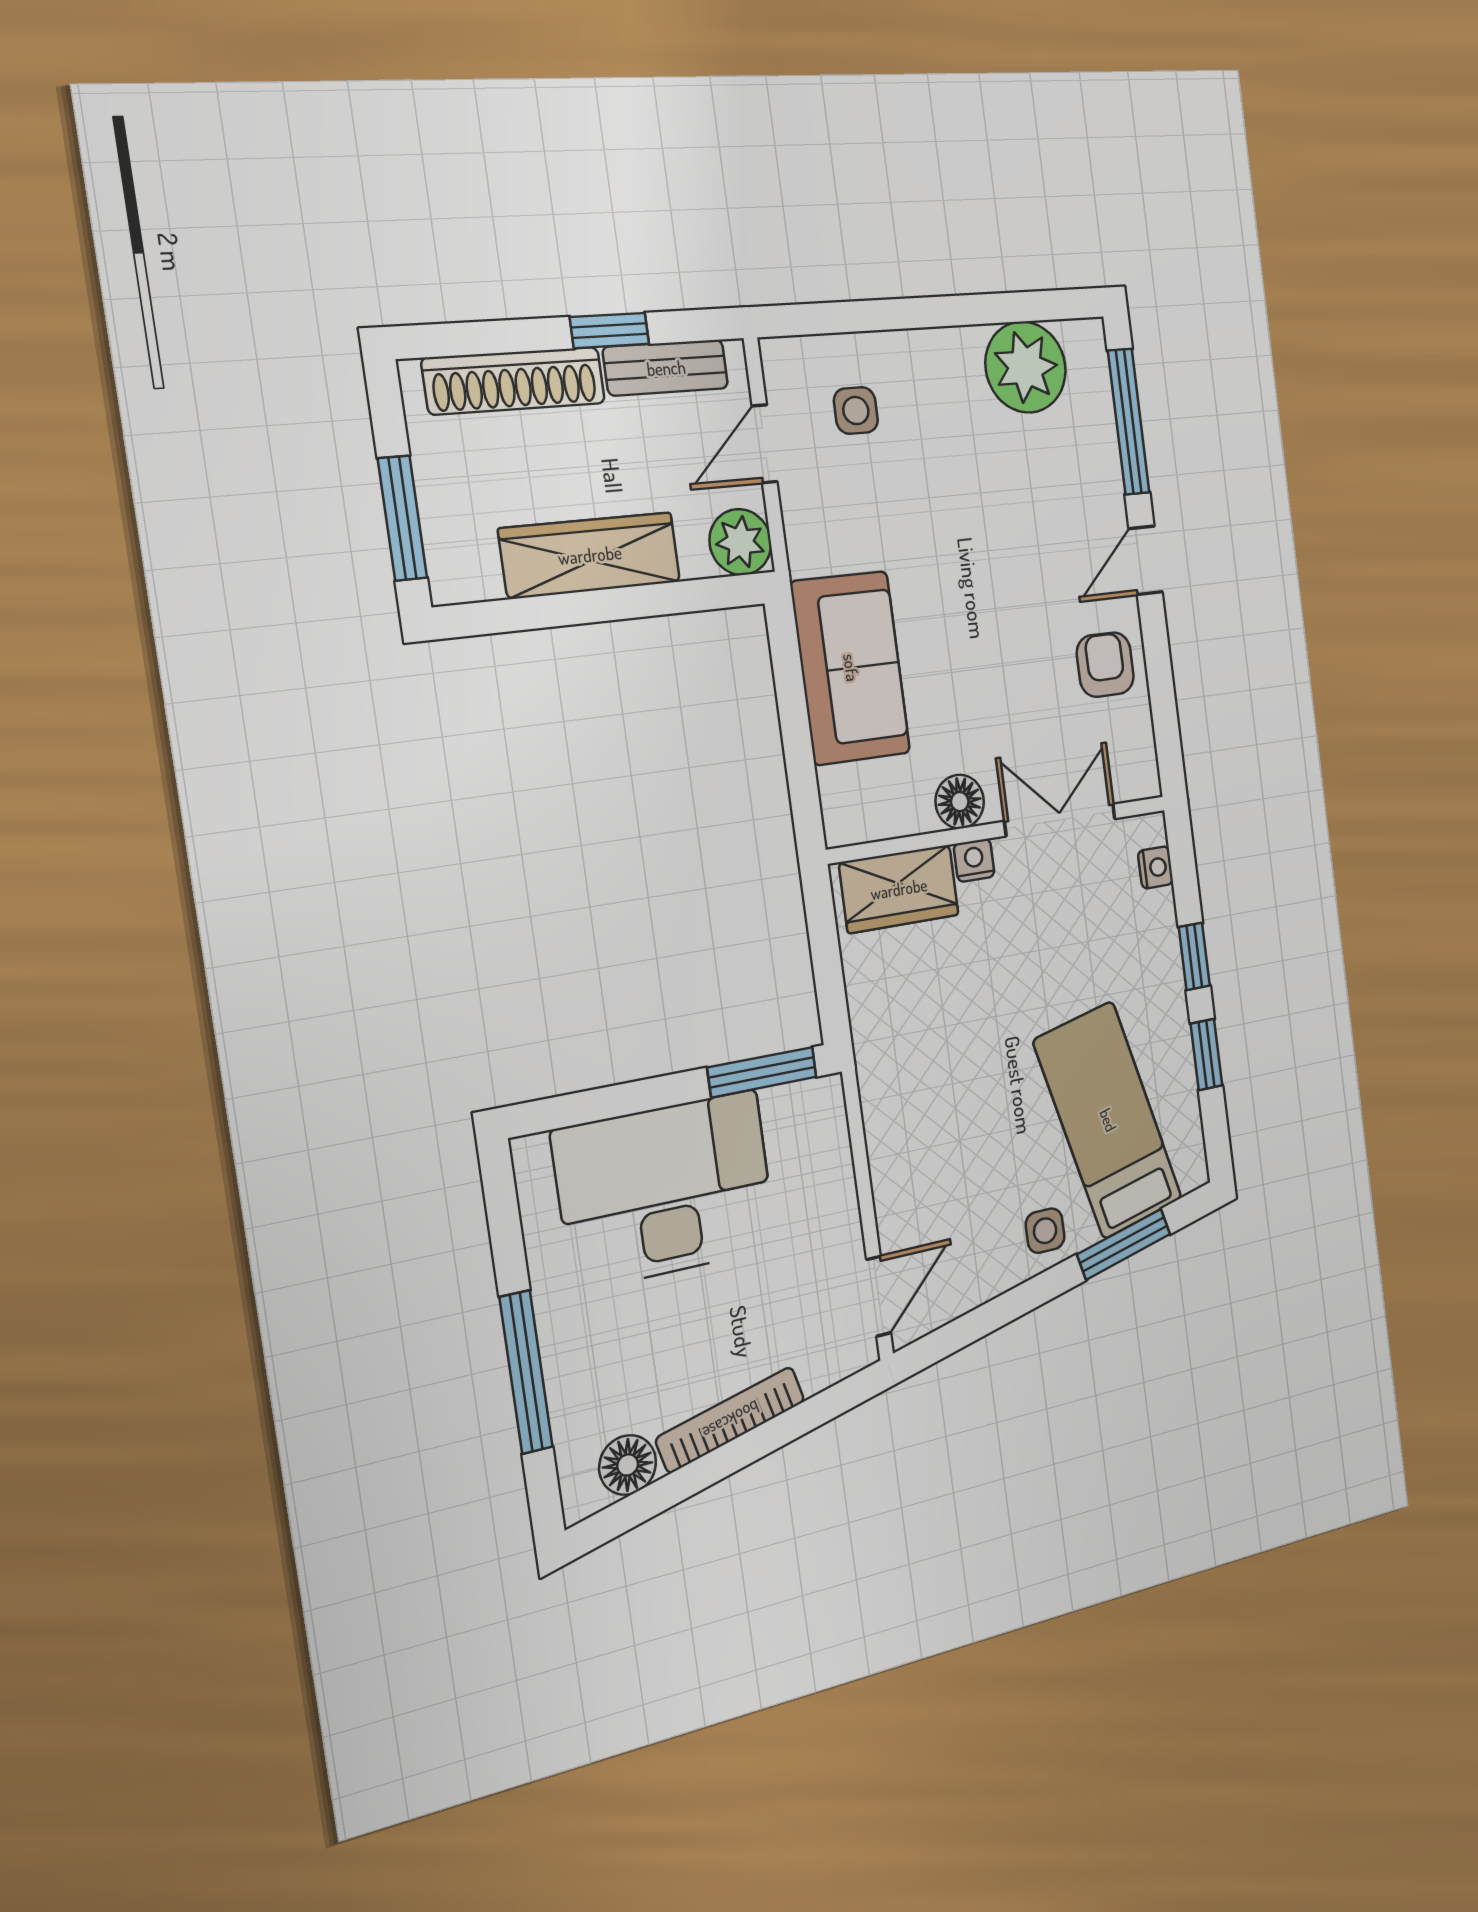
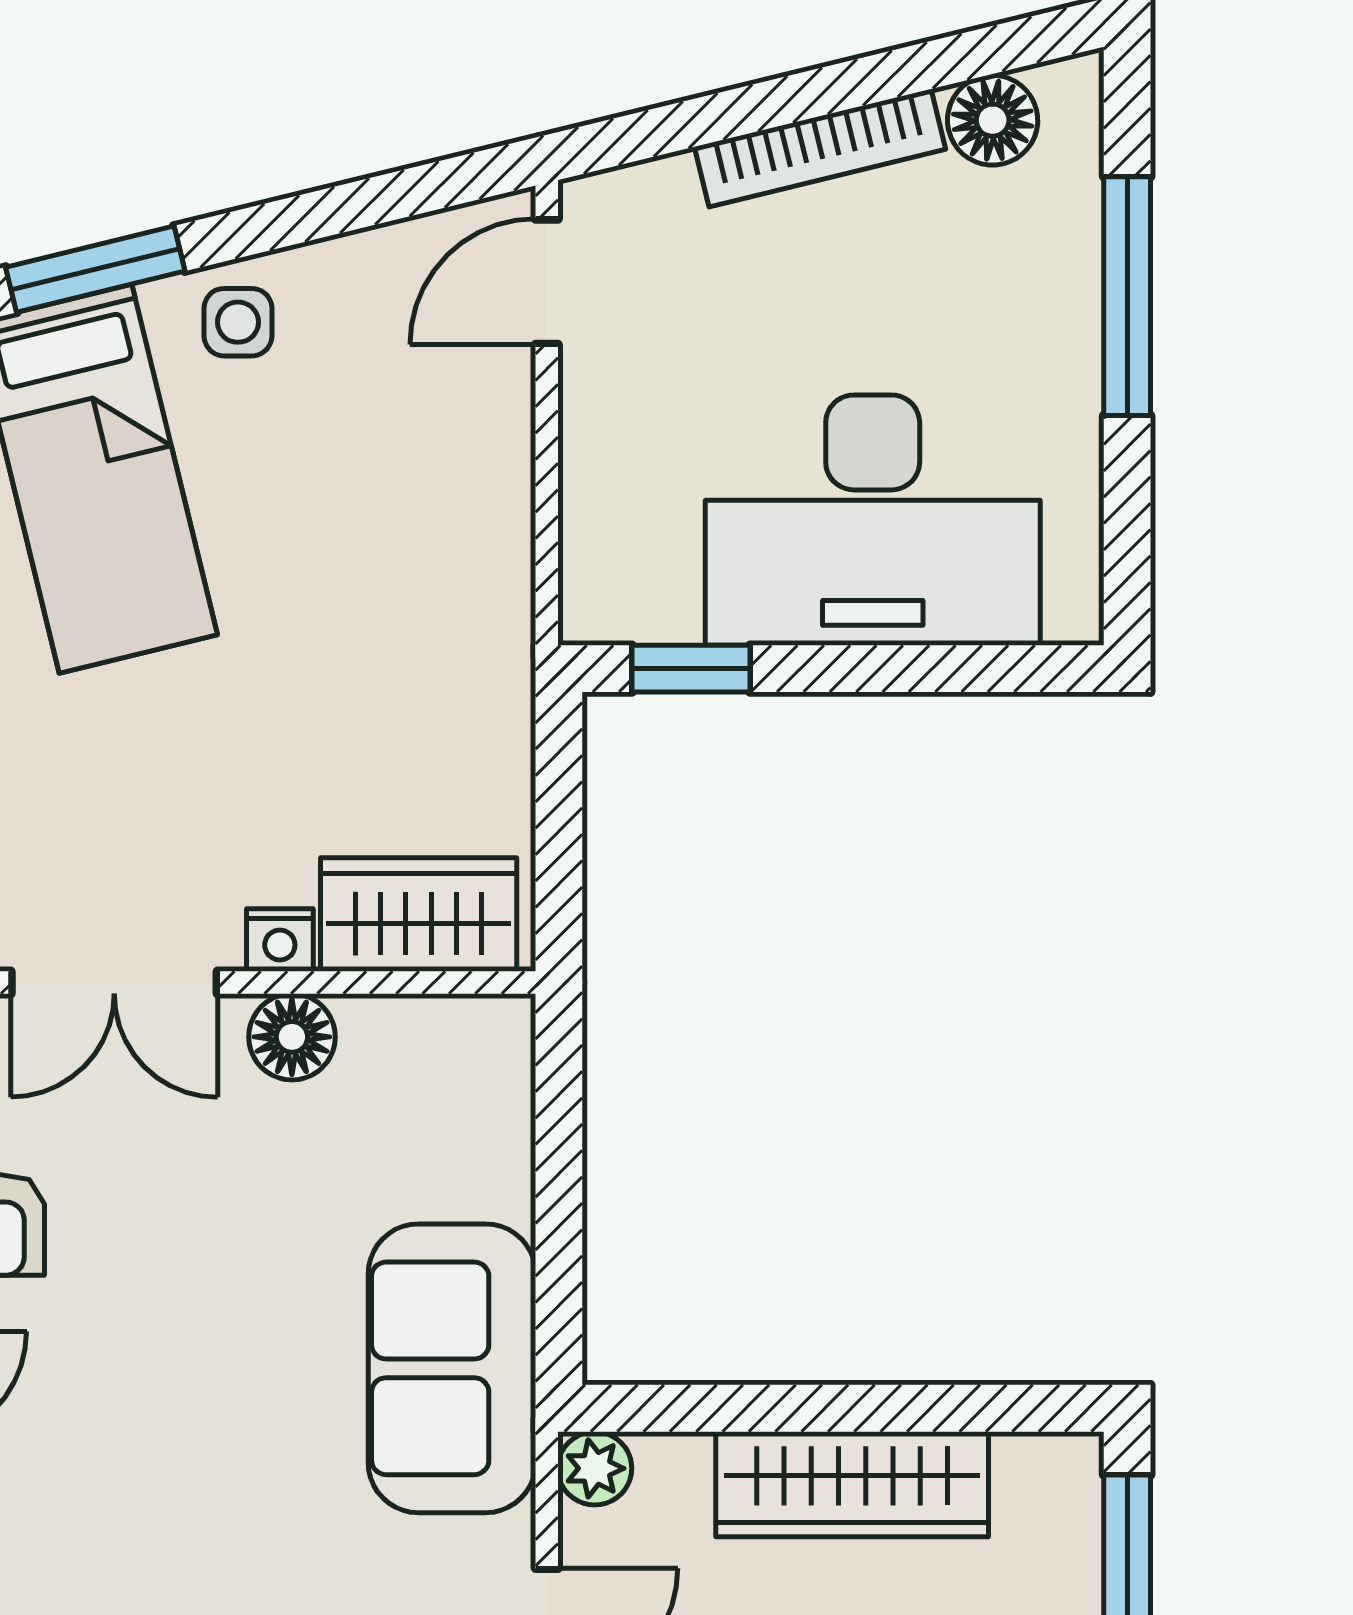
plant: (740, 542) -> (595, 1468), width x0.73, depth x0.73
sofa: (851, 668) -> (452, 1368), moved
window: (762, 1072) -> (691, 669), width x0.67

